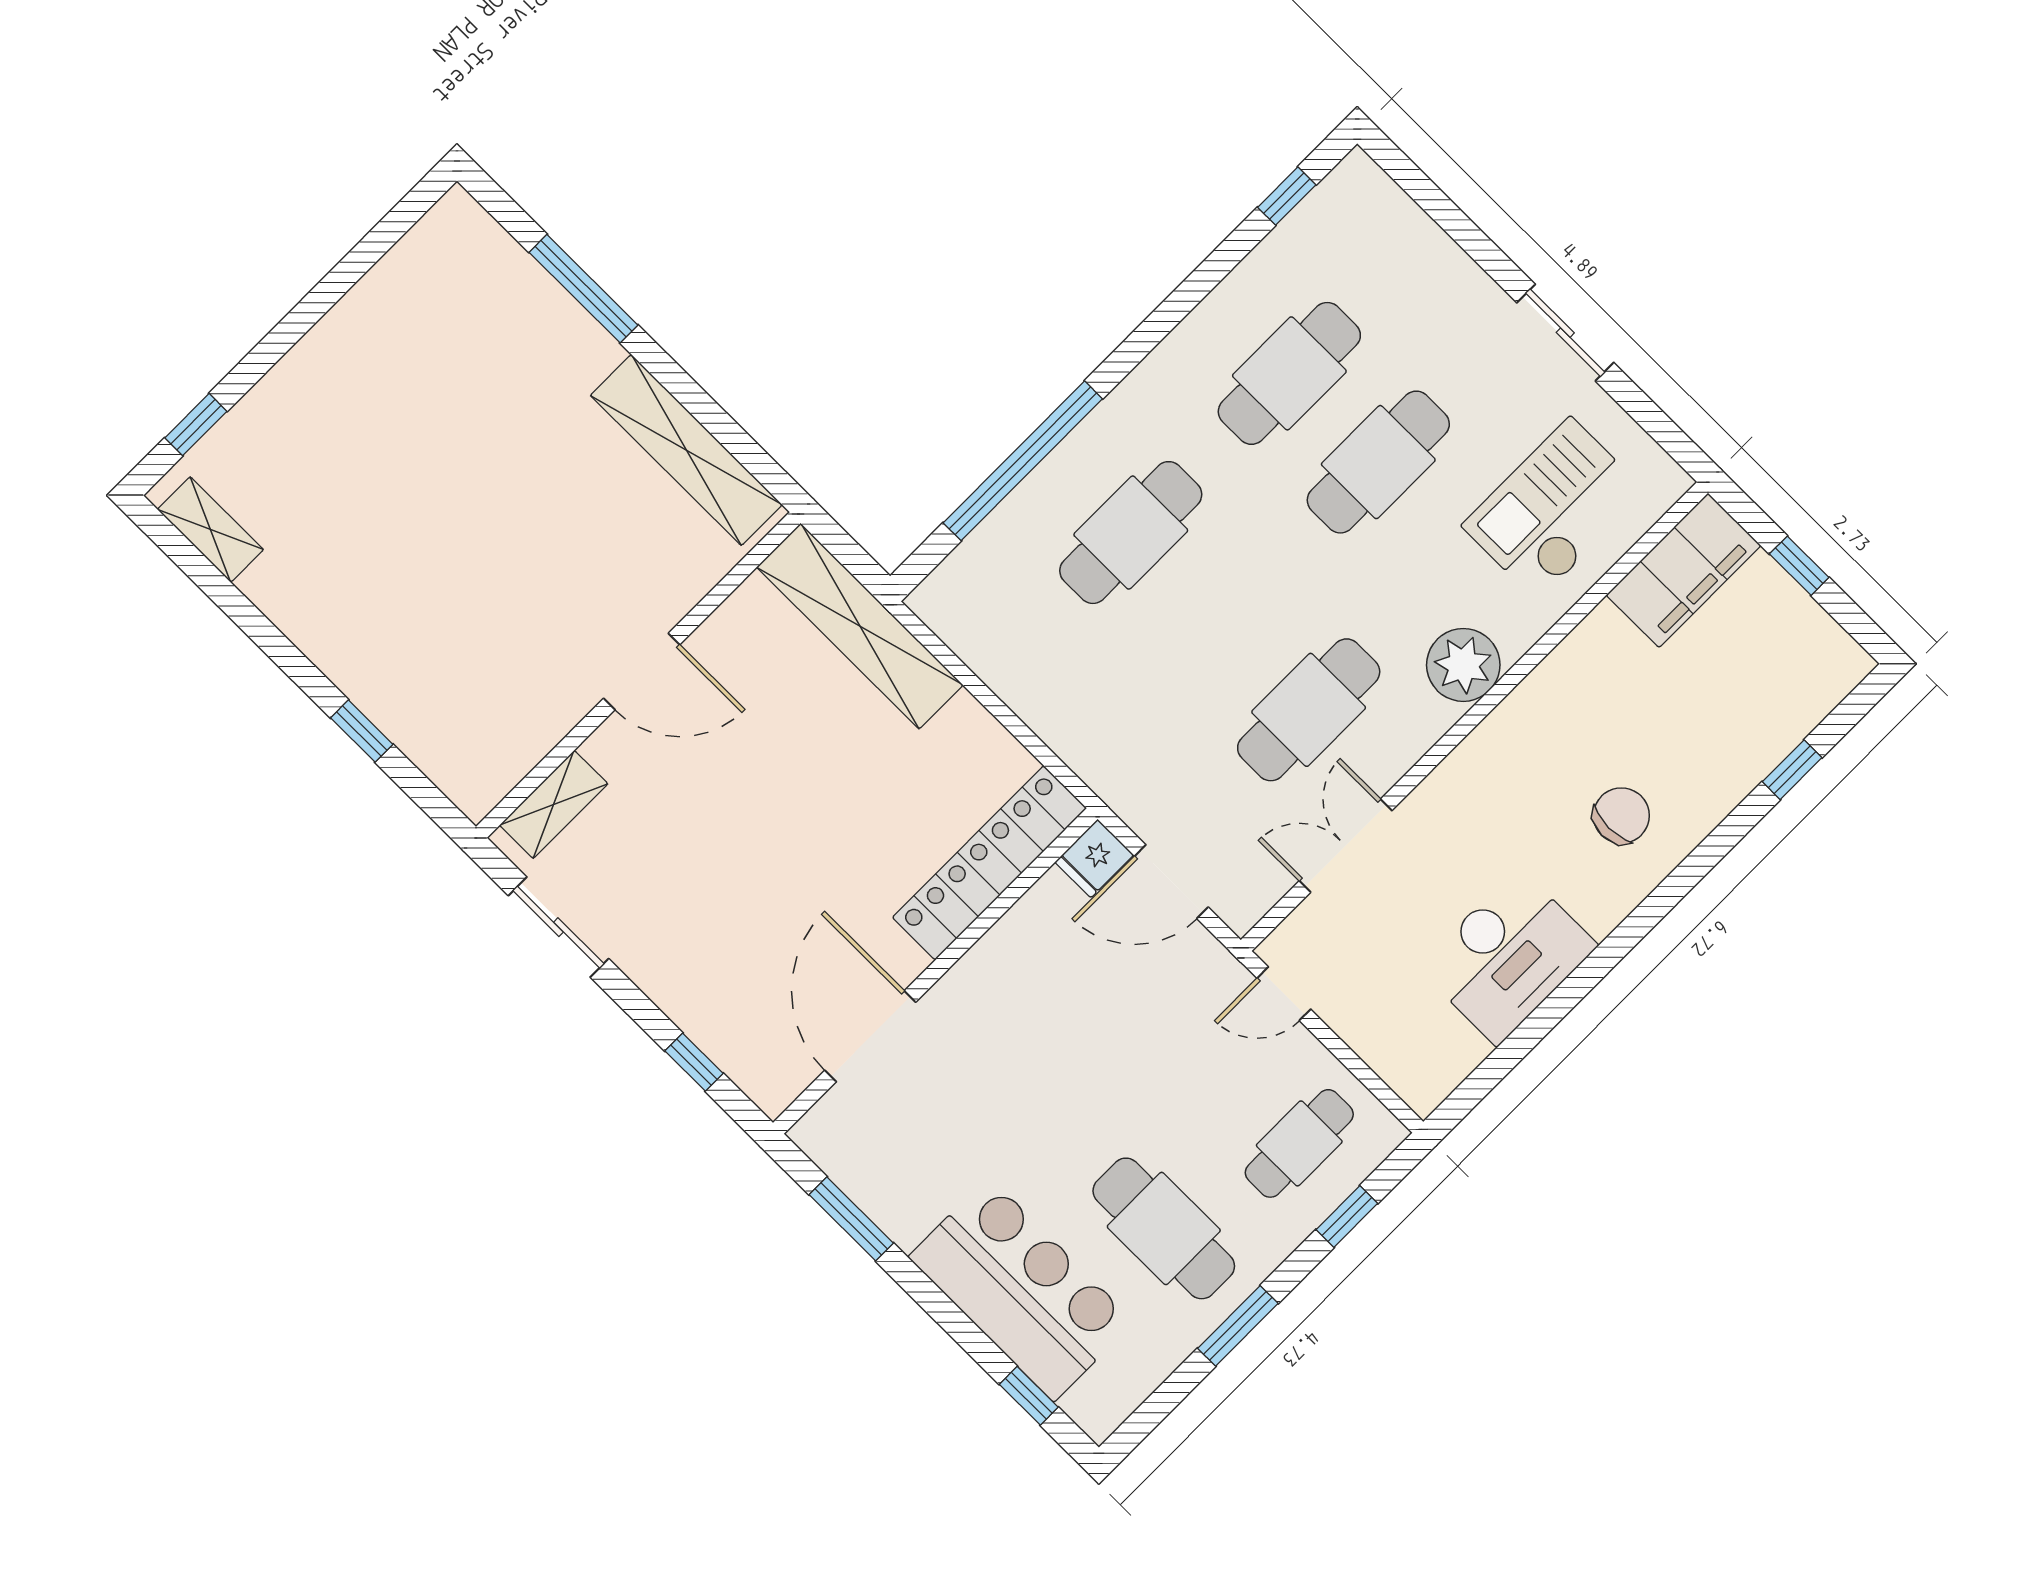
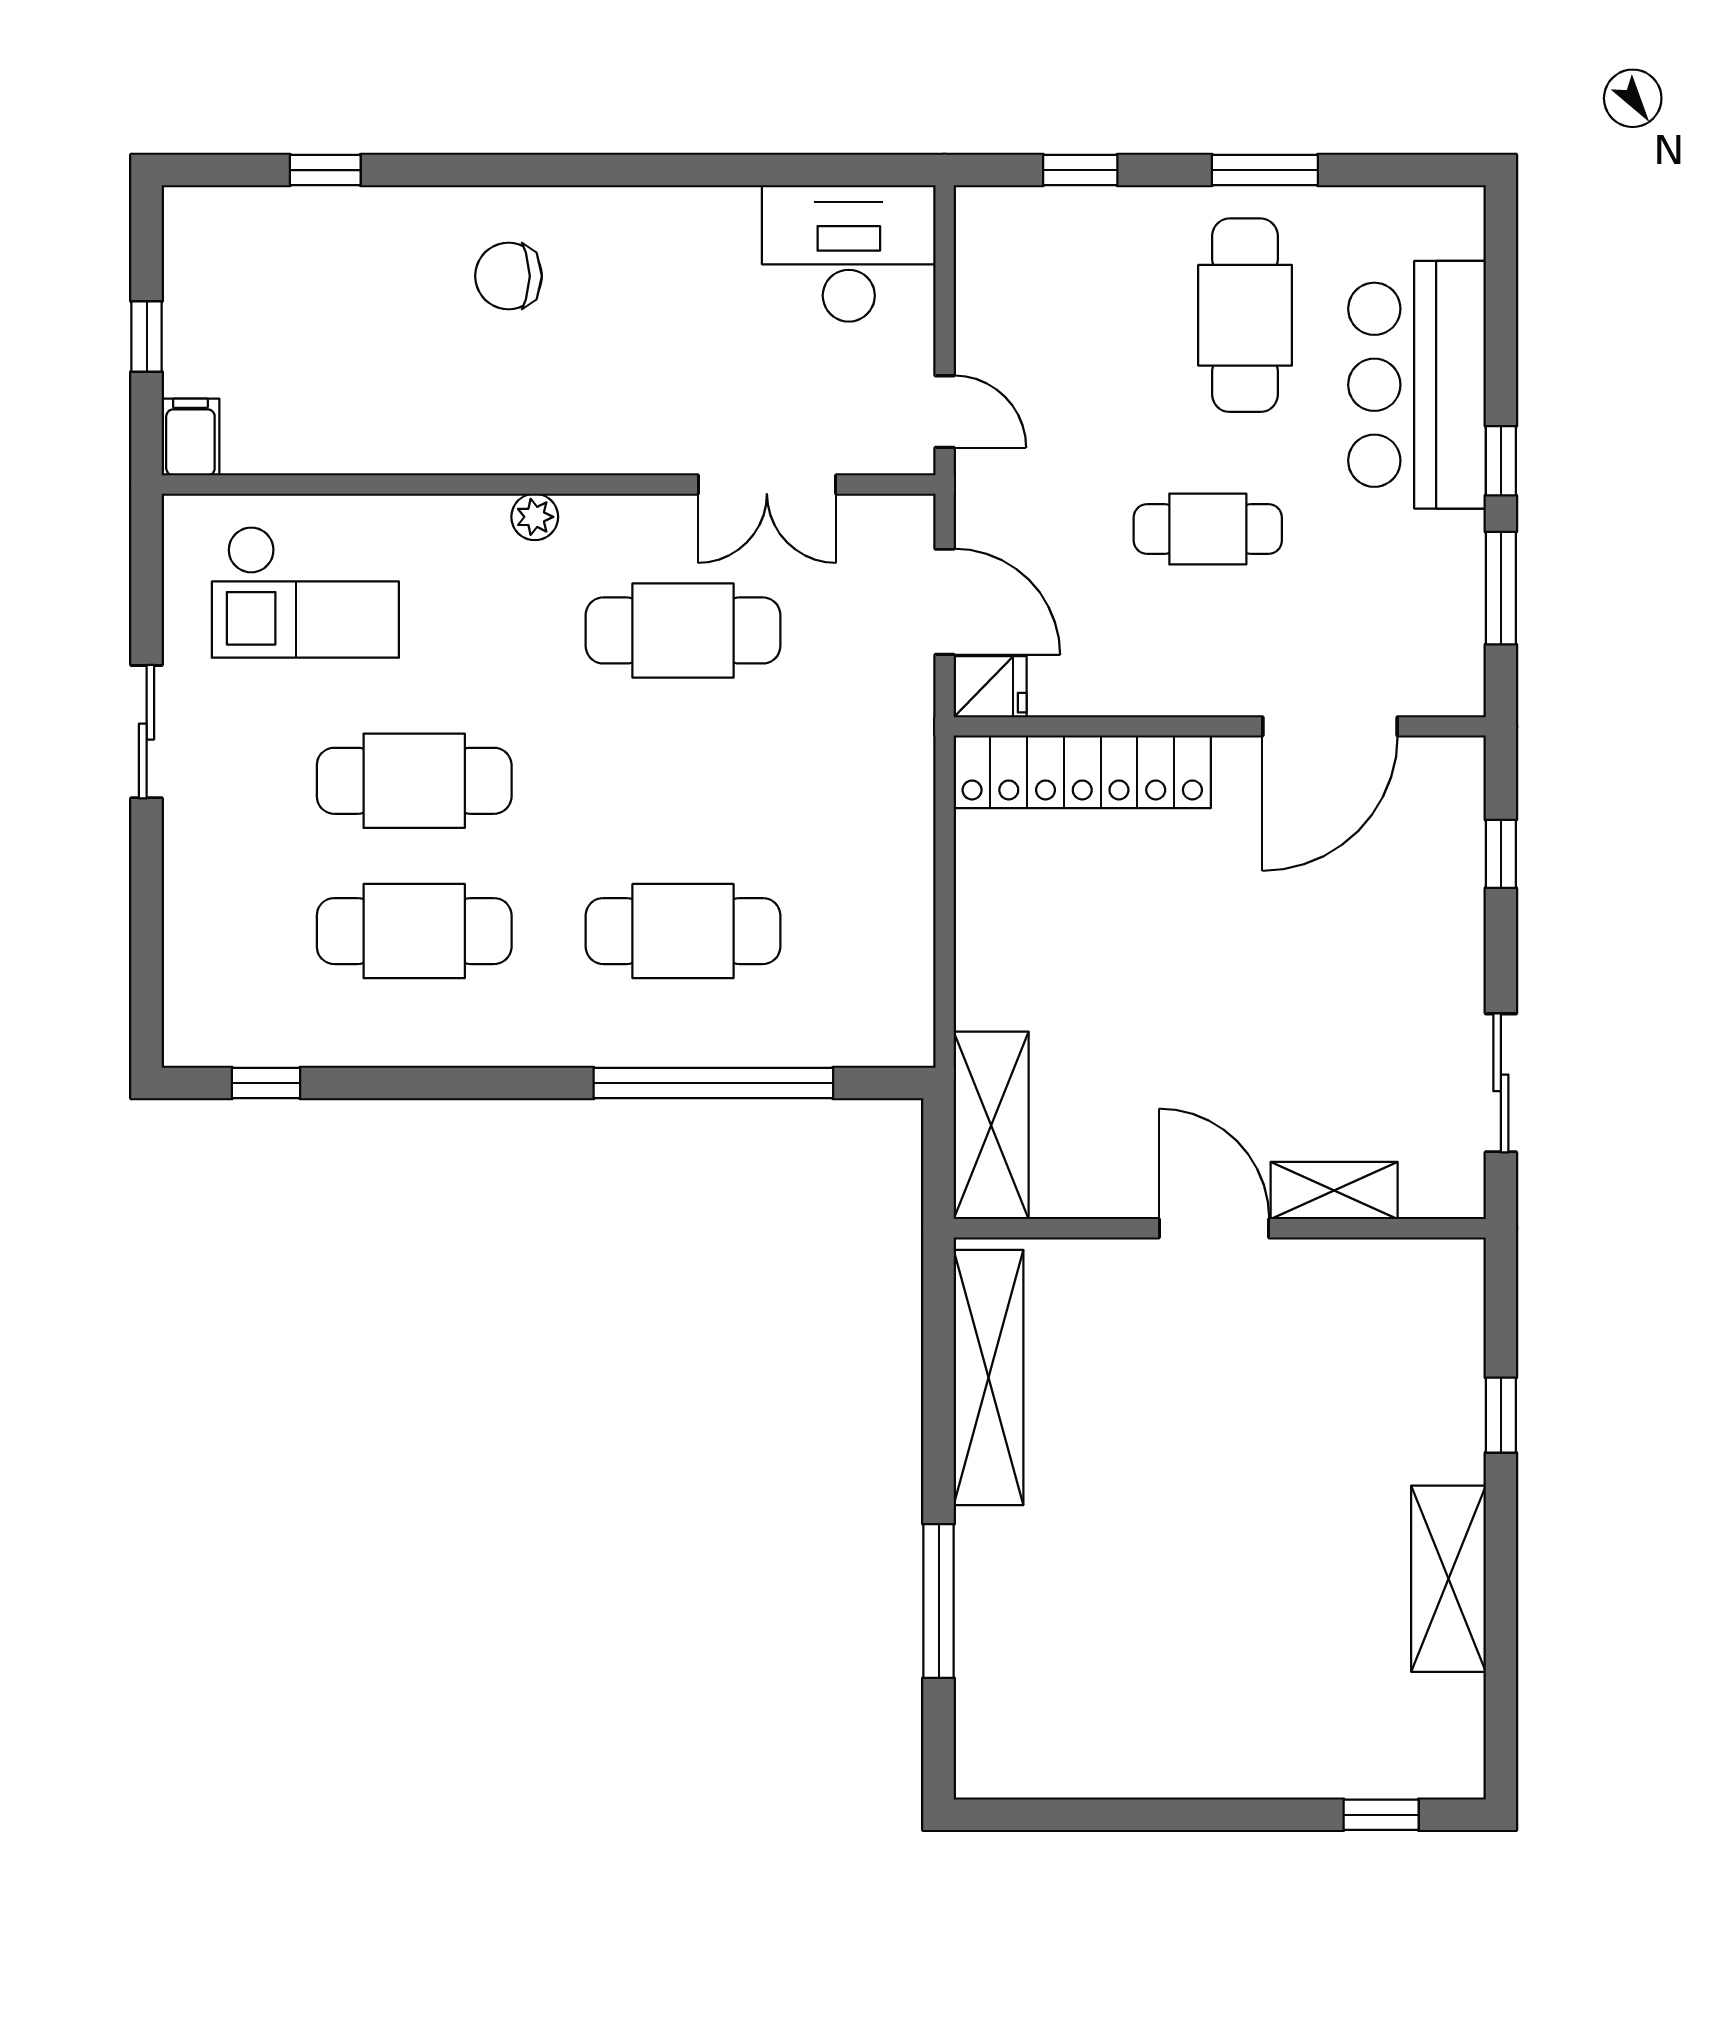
shelving: (210, 529) -> (1448, 1579), moved, width x1.50, depth x1.33
filing cabinet: (1684, 570) -> (190, 437), width x0.33, depth x0.86
shelving: (860, 626) -> (991, 1125), width x0.68
plant: (1463, 665) -> (535, 517), width x0.53, depth x0.53
shelving: (554, 804) -> (1334, 1191), moved
desk: (1508, 956) -> (849, 253), moved
cafe table: (1299, 1143) -> (1208, 529), moved
window: (1029, 1396) -> (1501, 461), moved

